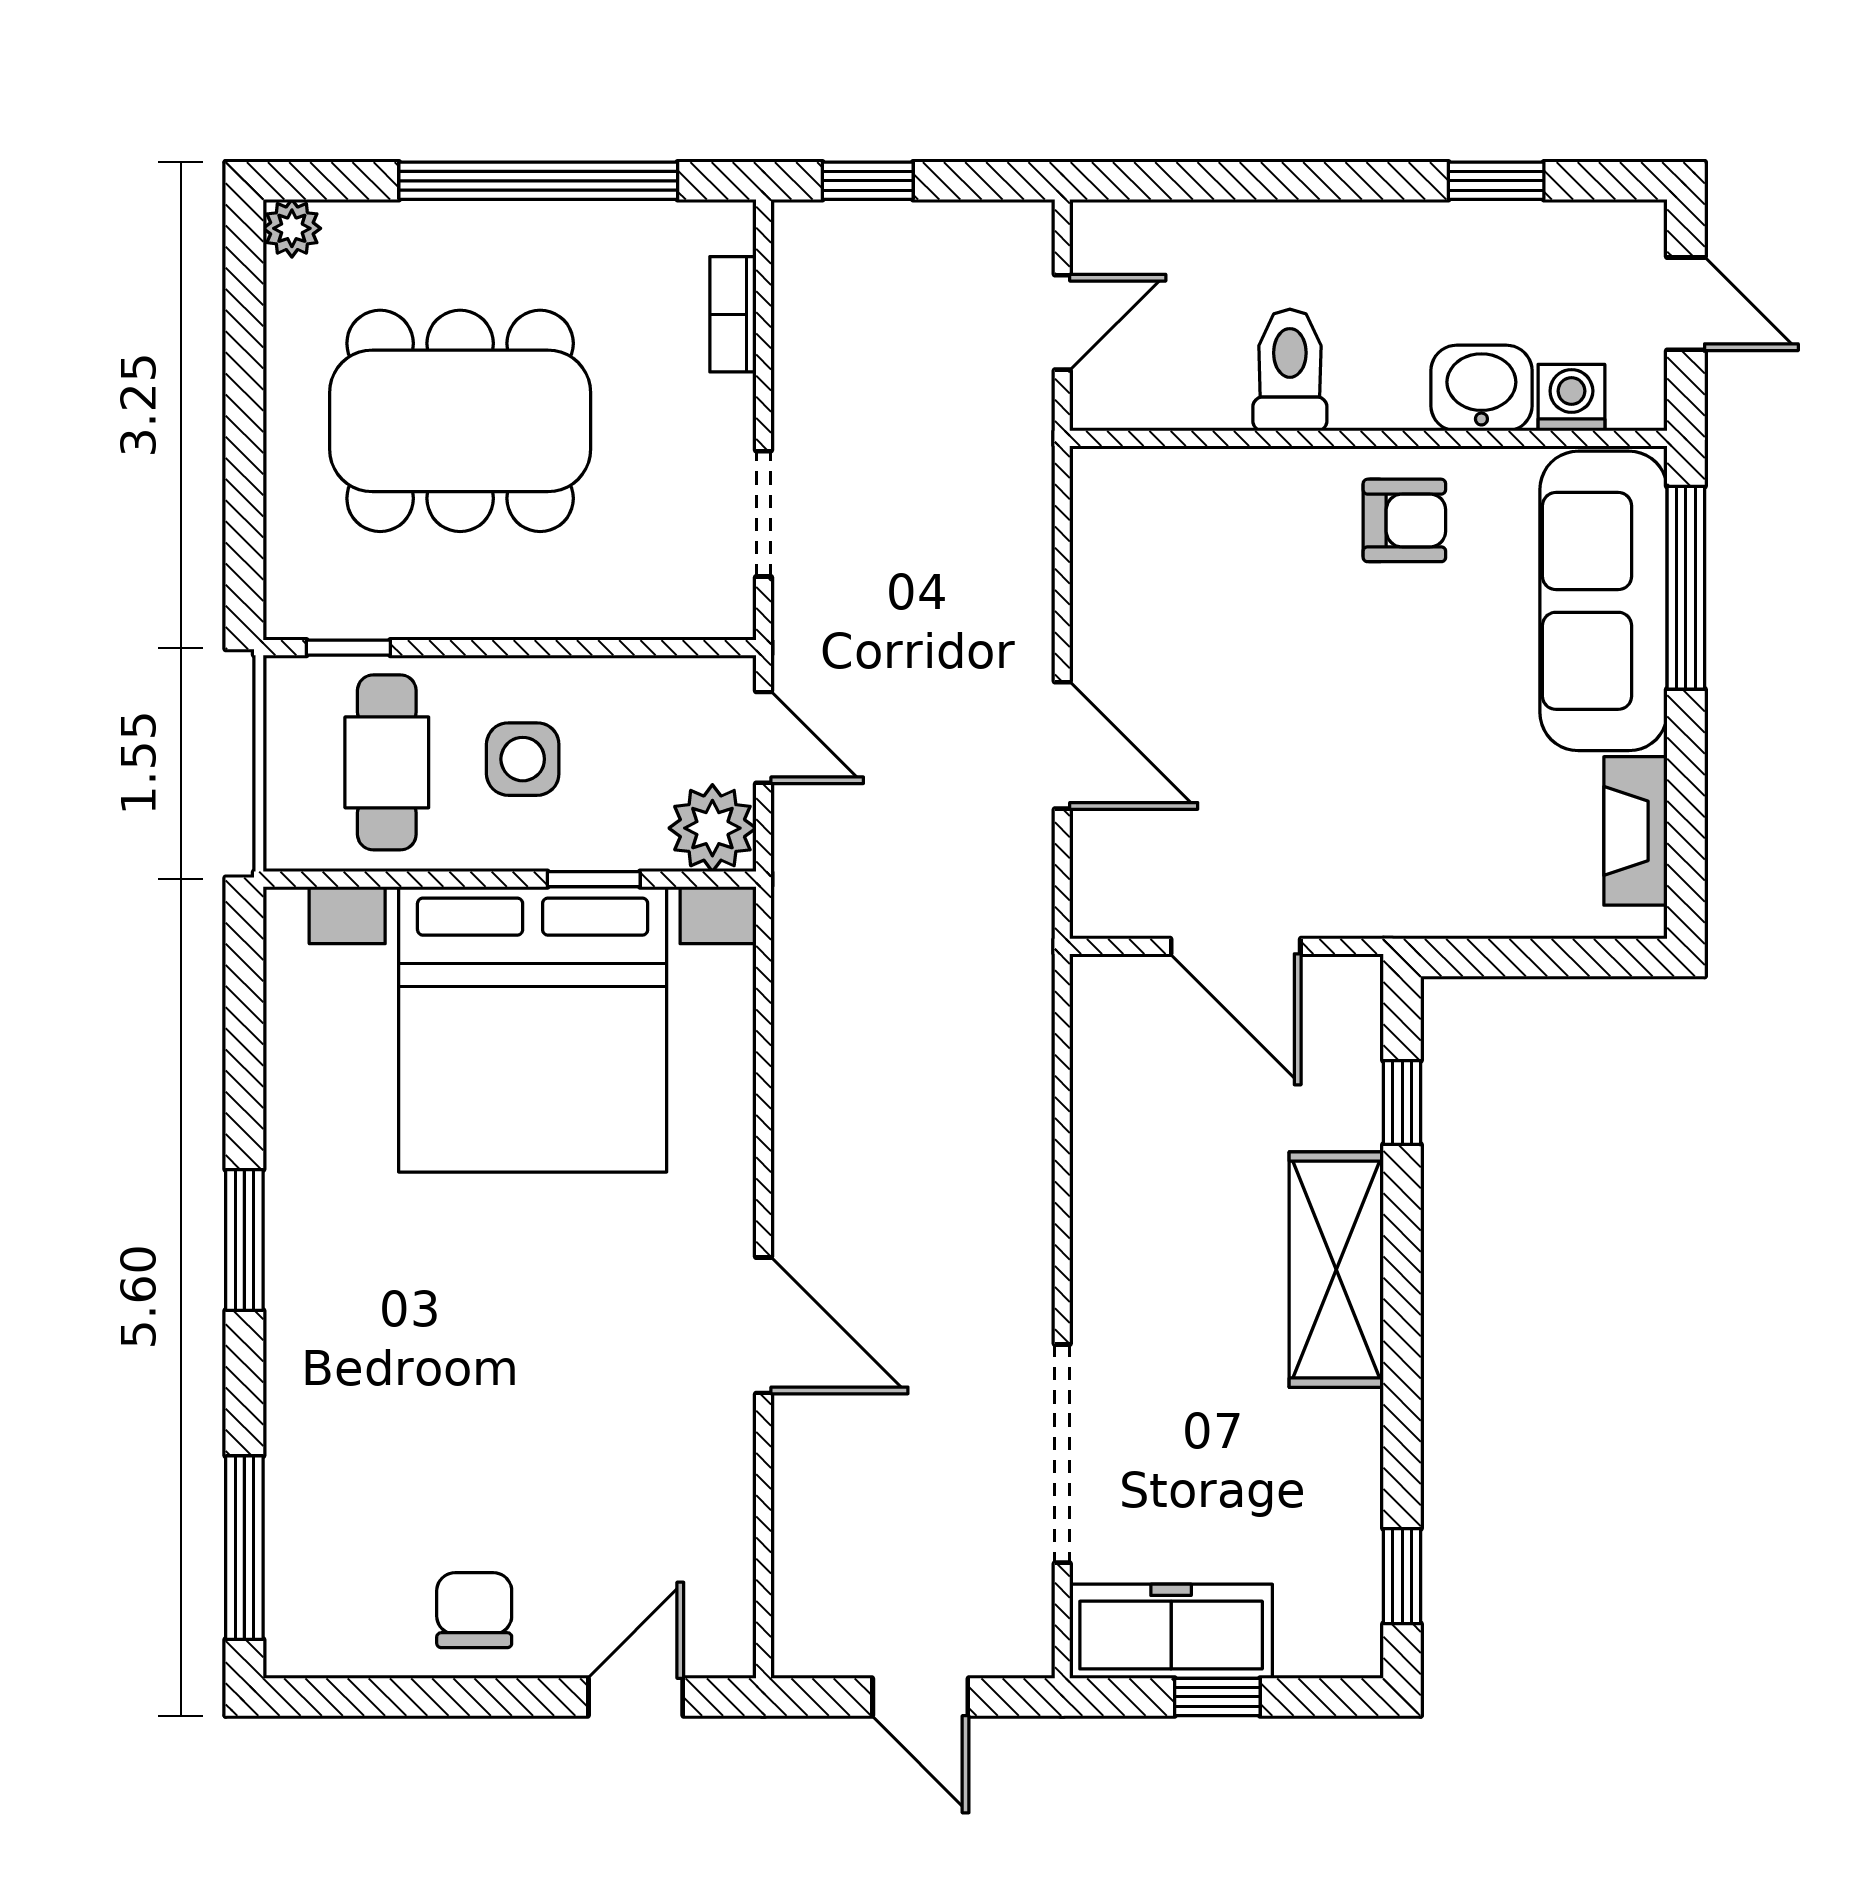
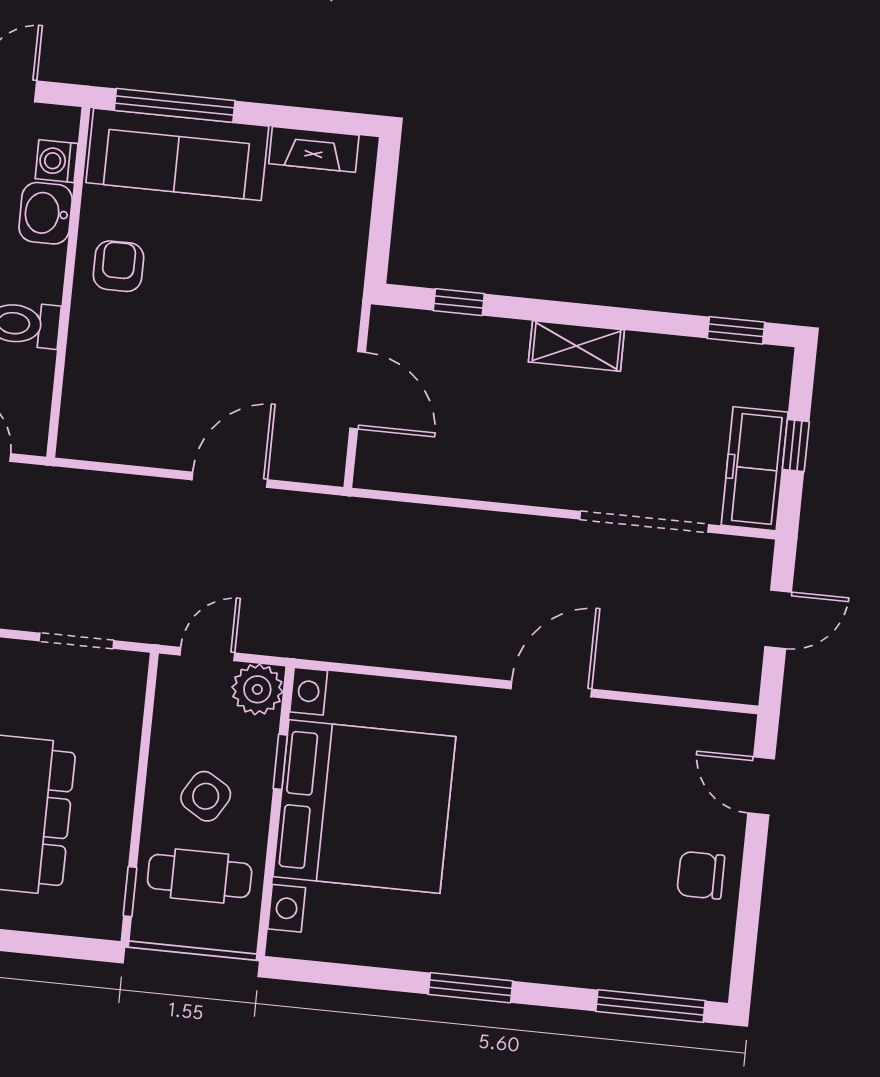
side table: (523, 759) -> (206, 796), turned 31
door: (1236, 946) -> (358, 390), hinge flipped
shelving: (1336, 1270) -> (576, 346), width x0.67, depth x0.75

